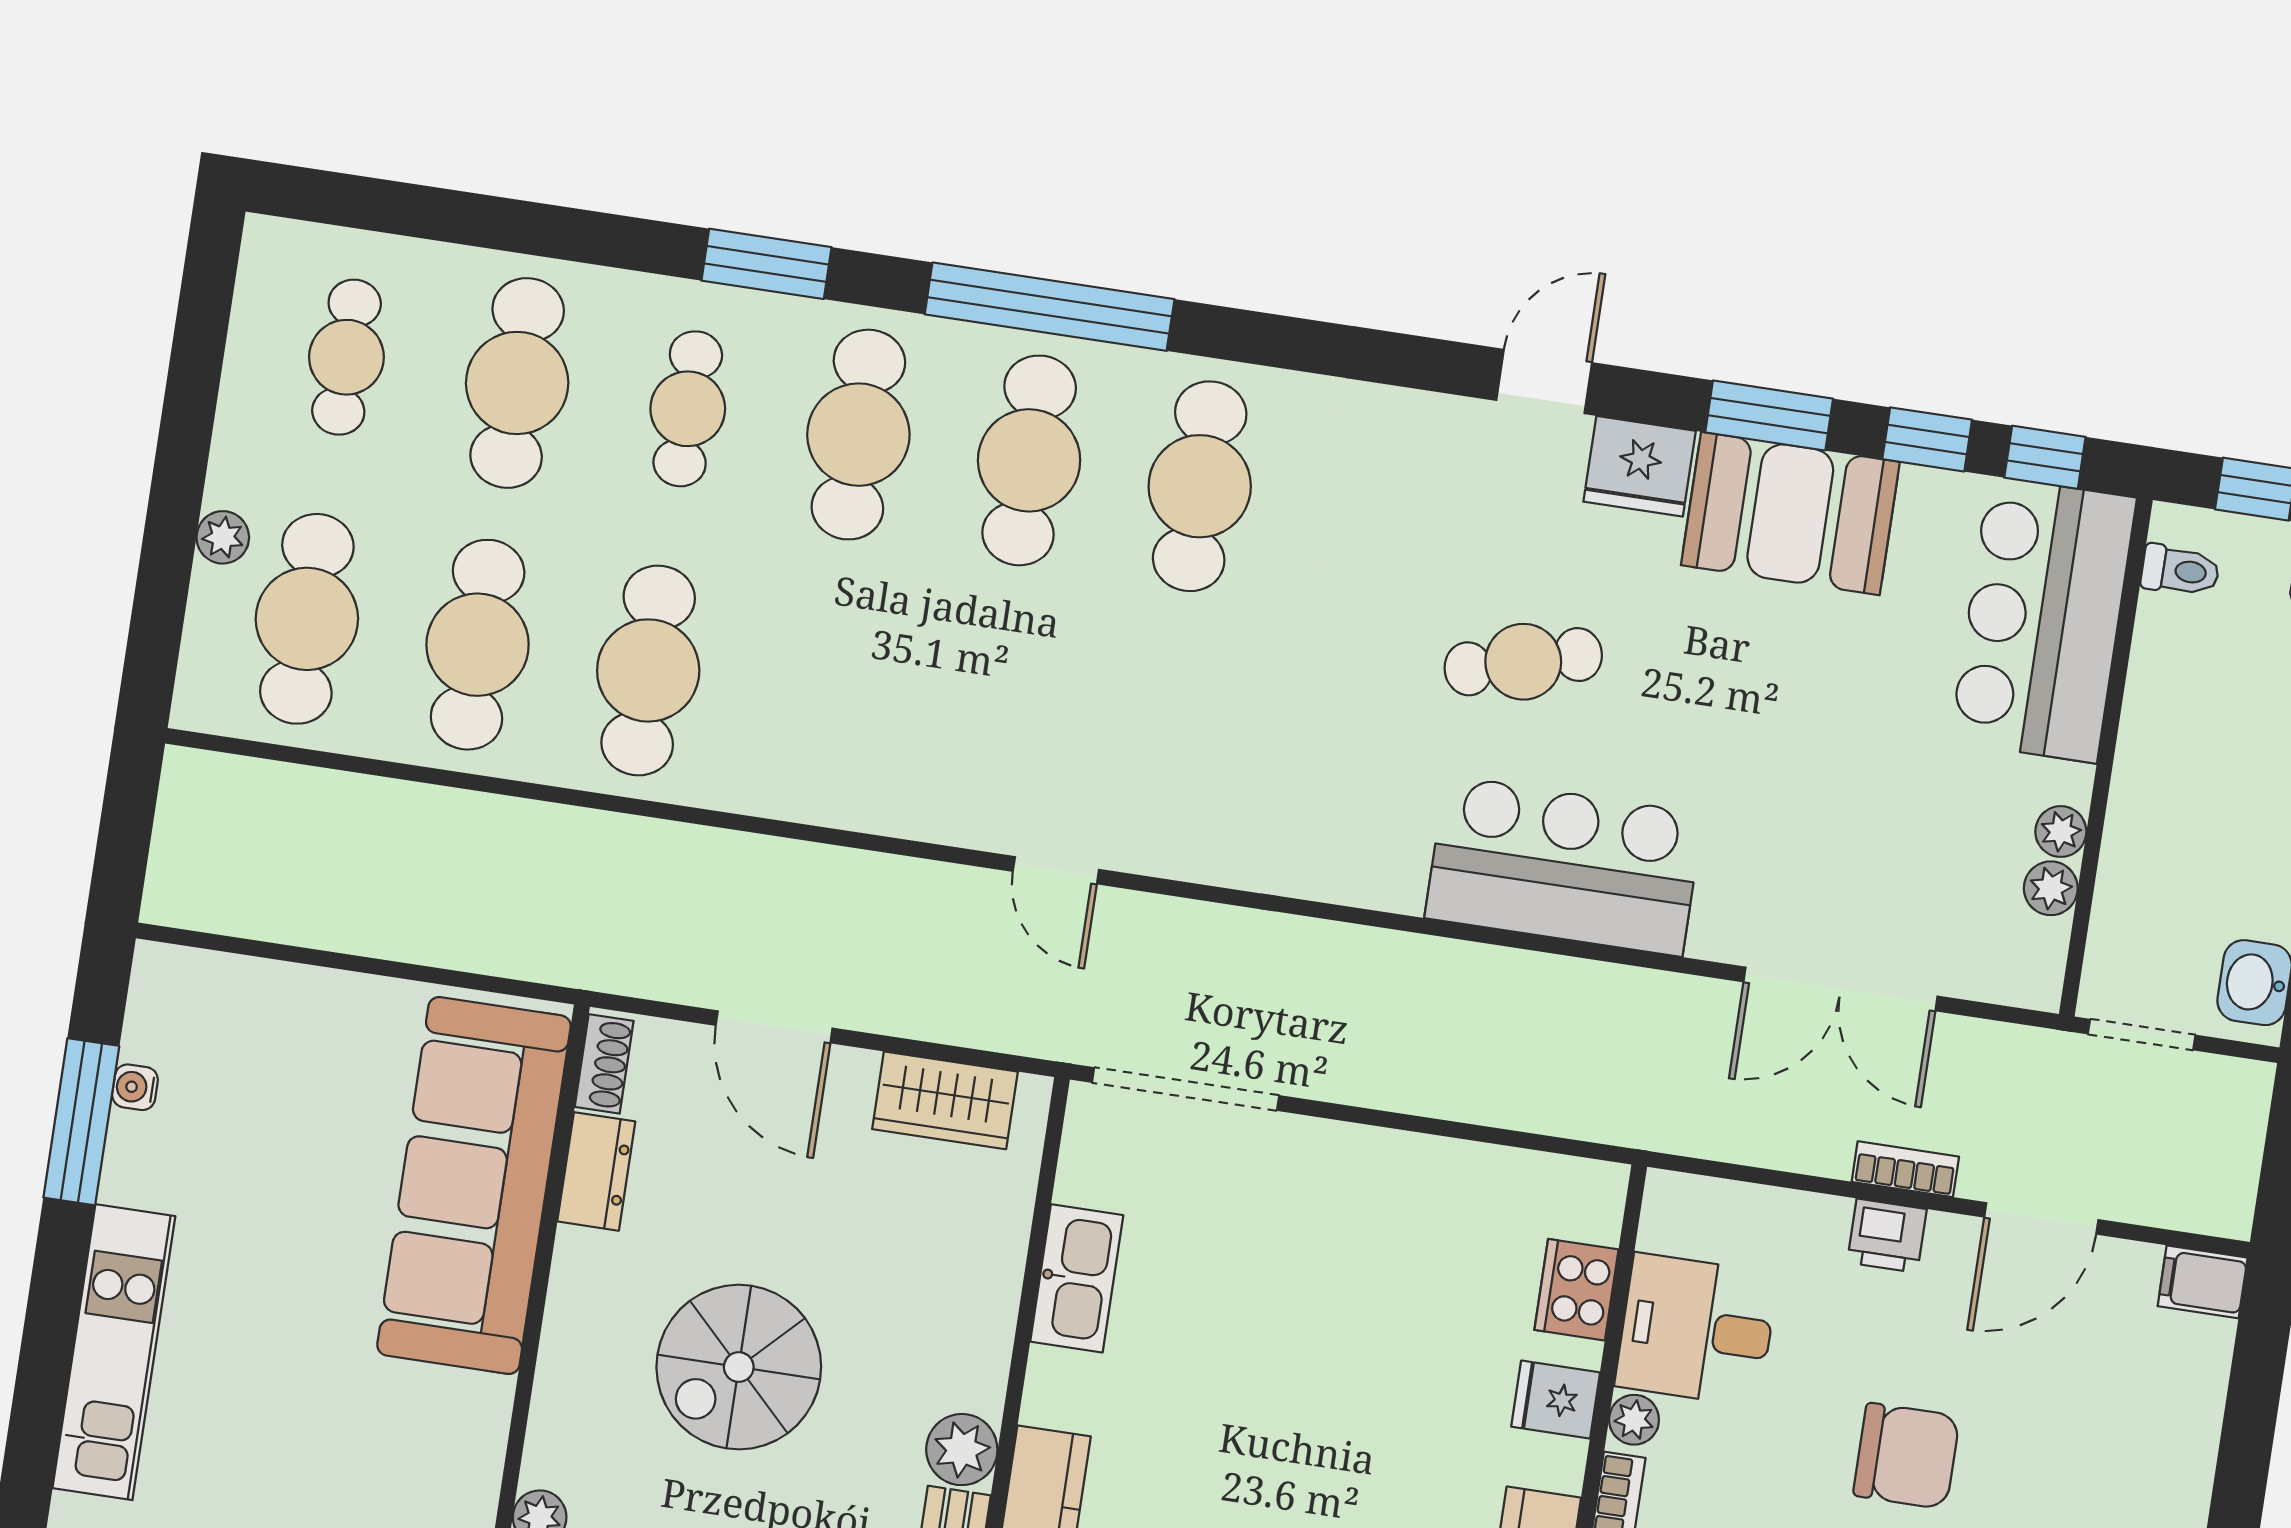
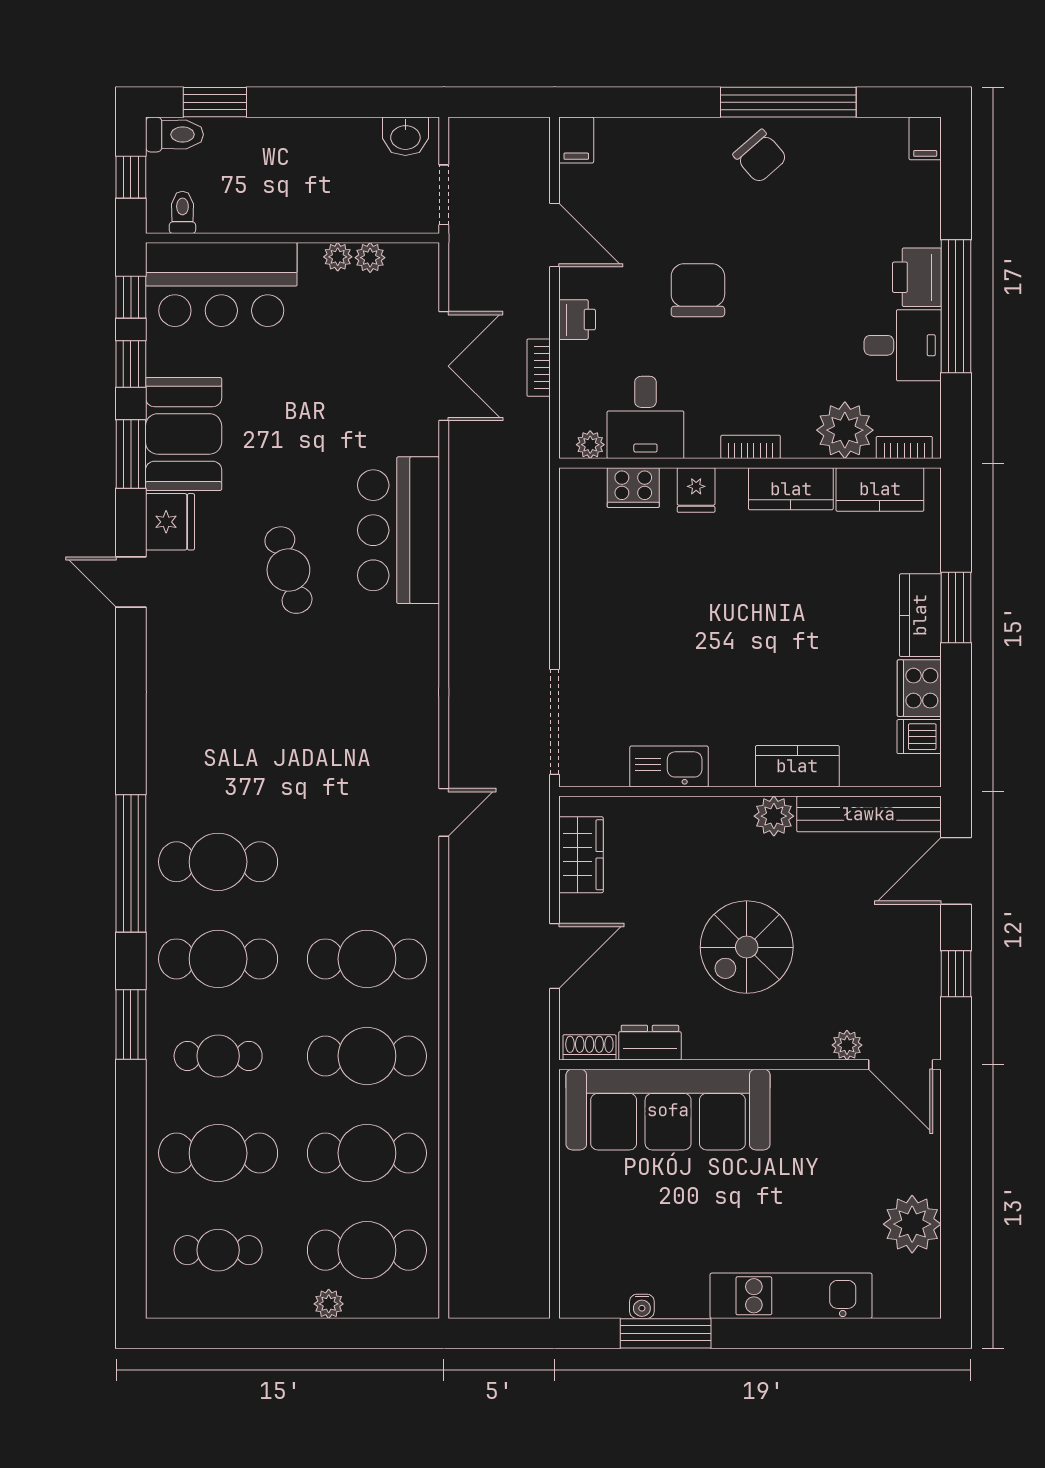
cafe table: (1200, 486) -> (367, 959), moved
bookcase: (1905, 1169) -> (539, 368), moved
spiral stairs: (739, 1367) -> (747, 947), turned 90
plant: (1634, 1420) -> (590, 445), moved

